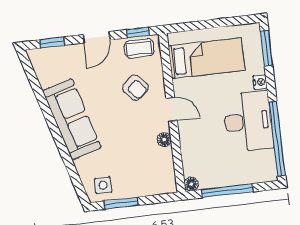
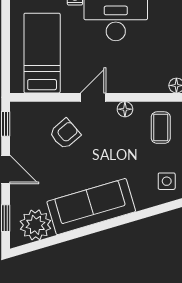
coffee table: (139, 48) -> (161, 128), moved
plant: (49, 70) -> (35, 225), added

